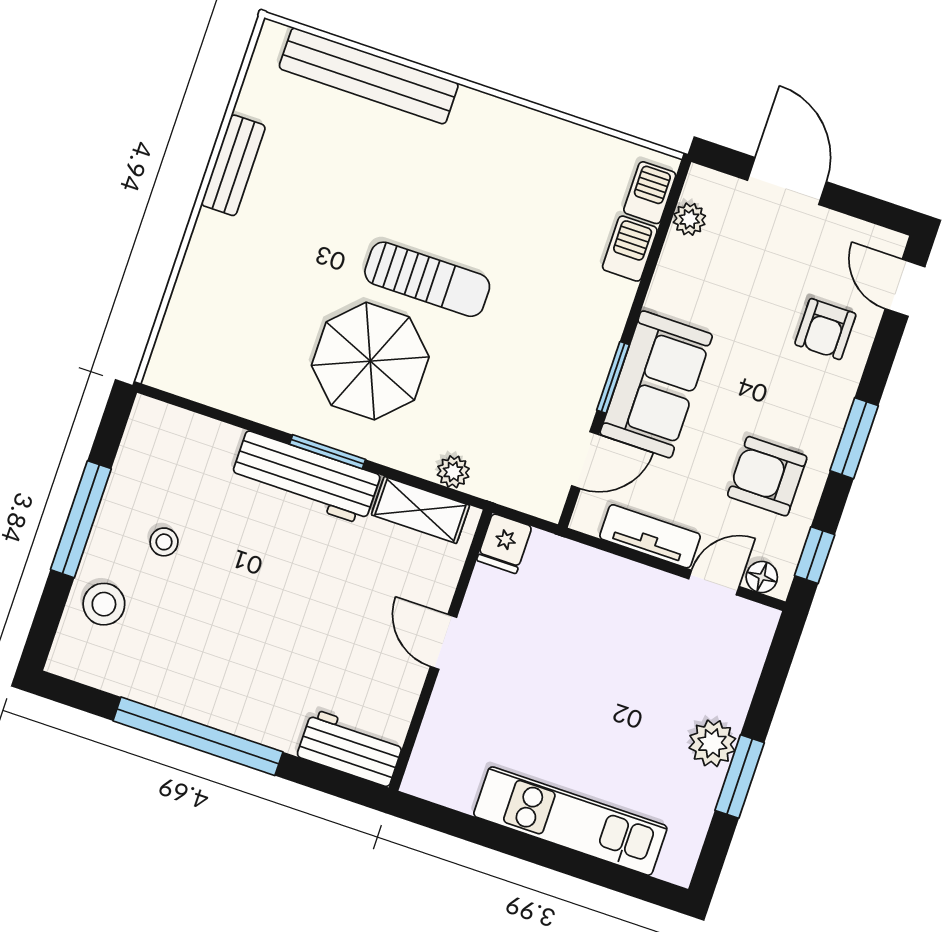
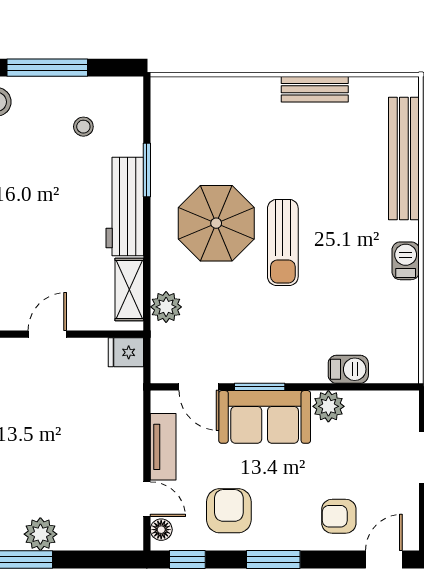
barbecue: (650, 193) -> (406, 261), moved, turned -90
plant: (689, 219) -> (328, 406), moved, width x1.38, depth x1.38
window: (327, 452) -> (147, 170), moved
plant: (453, 472) -> (166, 307), width x1.38, depth x1.38
stool: (164, 542) -> (83, 127), moved

